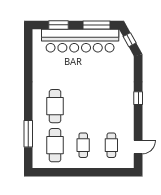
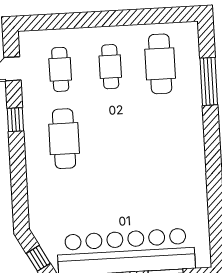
window: (138, 98) -> (15, 120), moved
cafe table: (55, 106) -> (64, 139), moved

